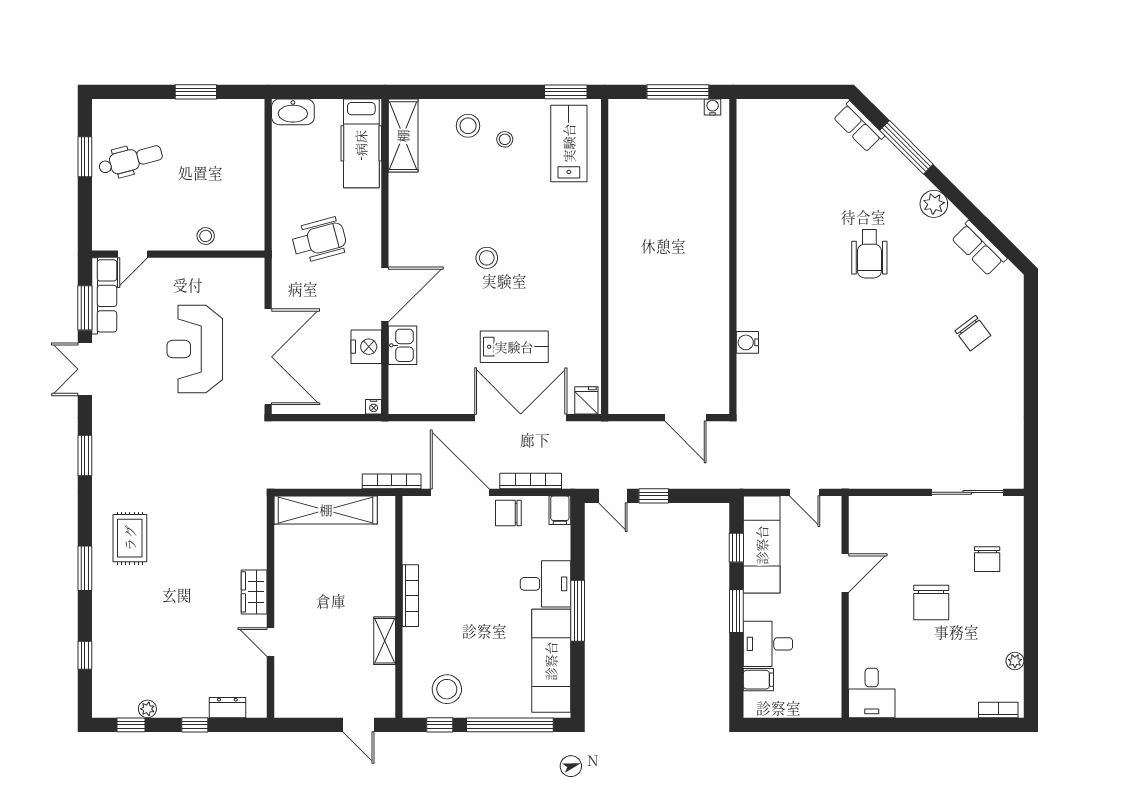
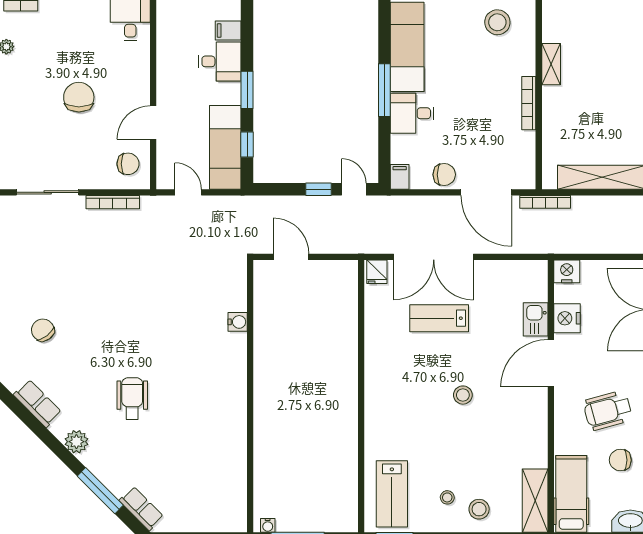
chair: (305, 183) -> (620, 460), added
nightstand: (374, 407) -> (567, 271), width x1.89, depth x1.79
bookcase: (531, 481) -> (113, 202), moved
chair: (987, 559) -> (128, 164), moved, turned 90

